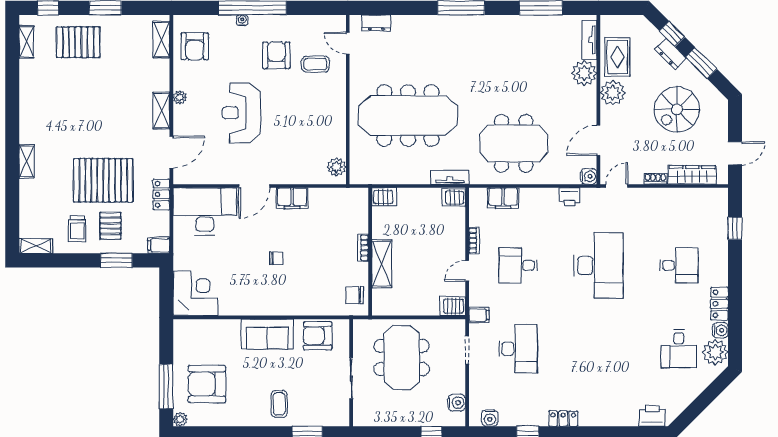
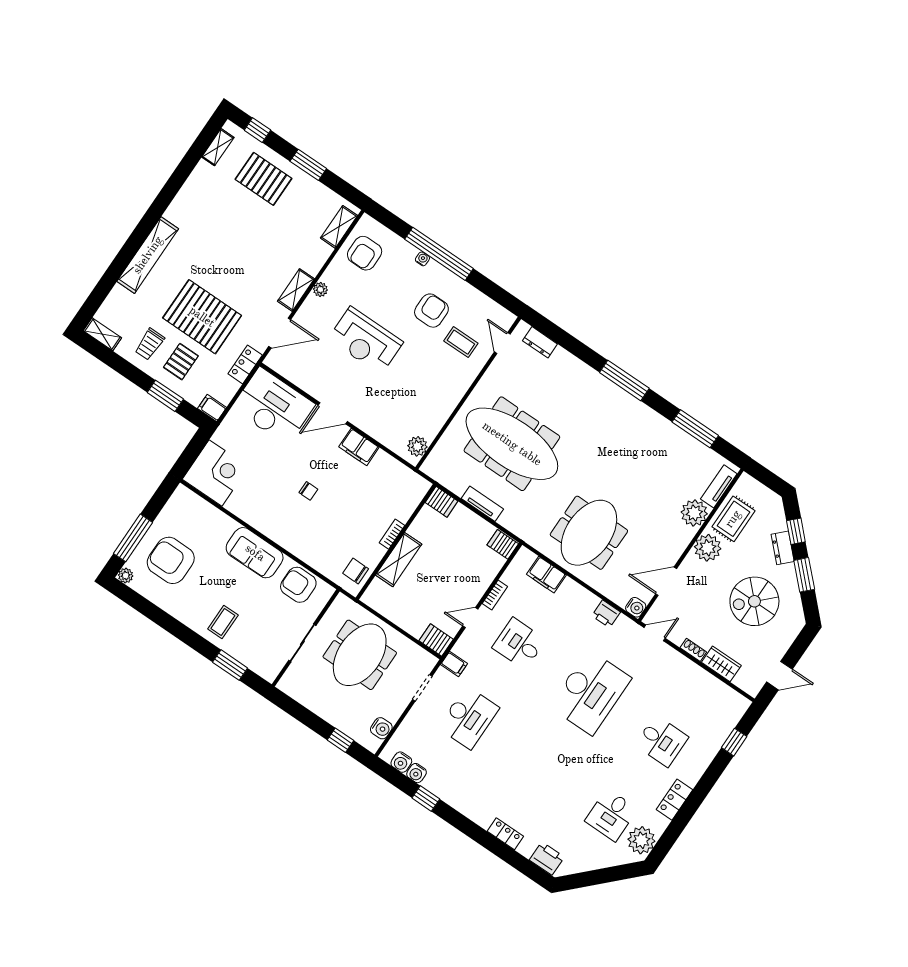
reception desk: (241, 113) -> (366, 340), turned -90
meeting table: (514, 144) -> (589, 533), turned 90
shelving: (27, 161) -> (148, 255), width x2.20, depth x1.33
wardrobe: (692, 175) -> (721, 664), width x0.67
tv unit: (450, 177) -> (482, 504), moved
water cooler: (720, 330) -> (417, 773), moved, turned 90
locker: (563, 419) -> (505, 834), moved

